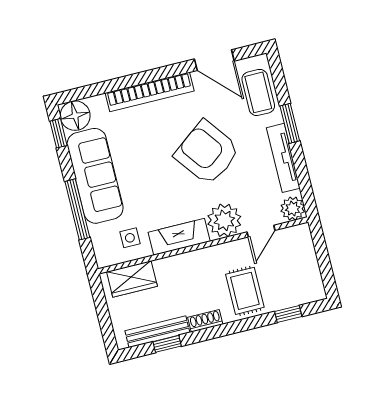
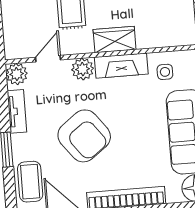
tv unit: (283, 158) -> (17, 111), width x0.71
plant: (224, 220) -> (83, 69), width x0.73, depth x0.73
wardrobe: (132, 279) -> (115, 40), moved

